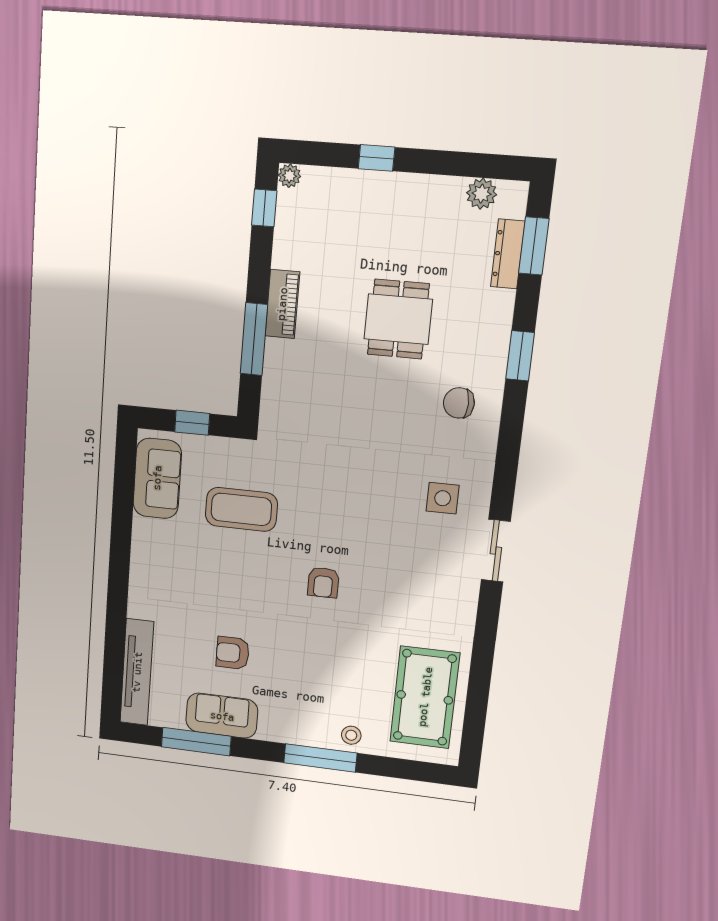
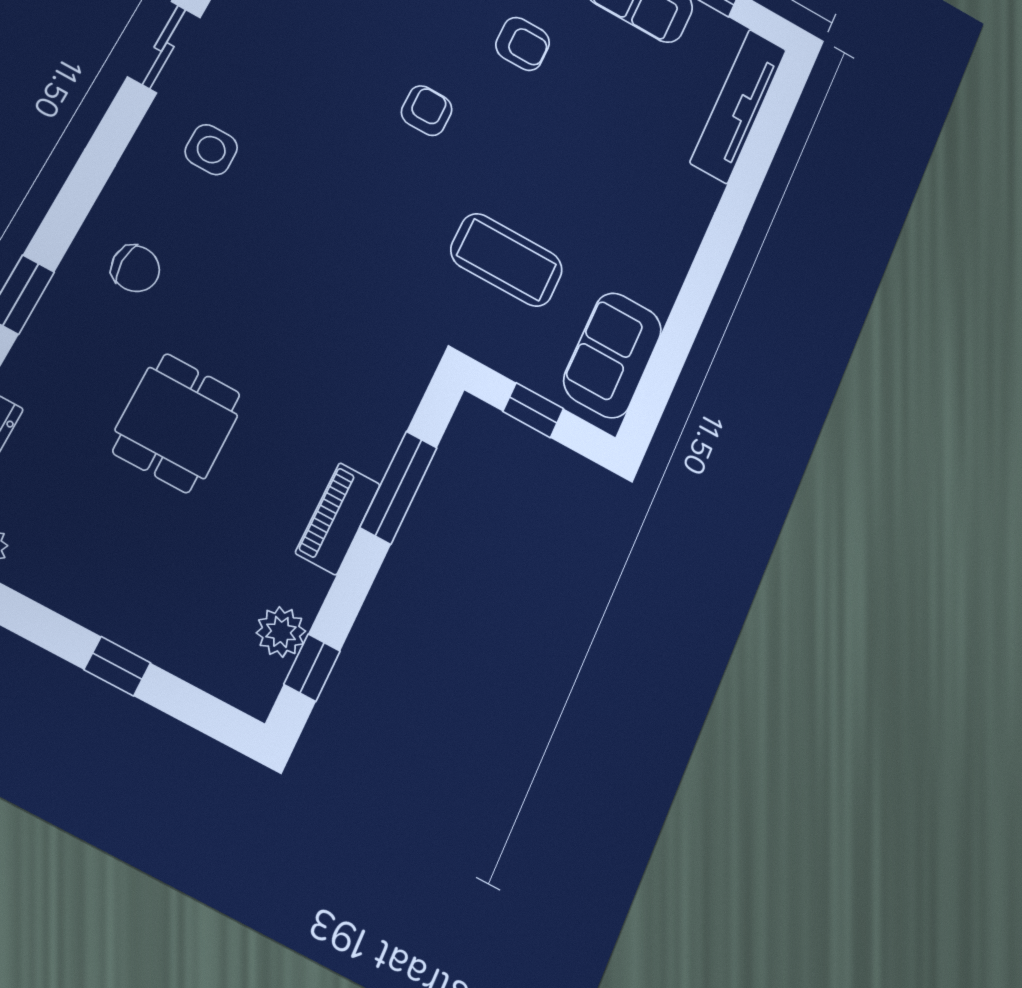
plant: (290, 176) -> (281, 632), moved, width x1.38, depth x1.38
armchair: (233, 653) -> (523, 44), moved

